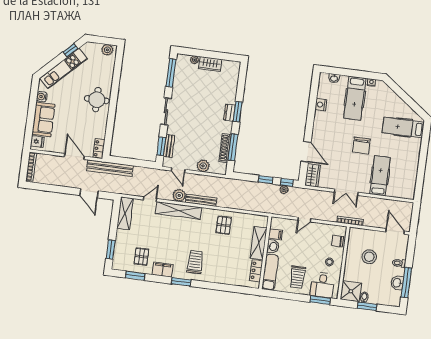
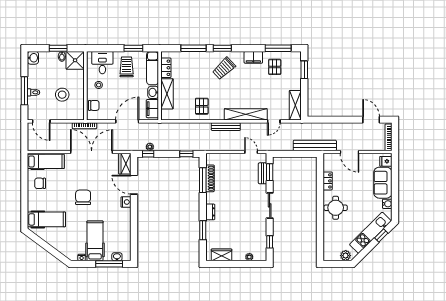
window: (70, 50) -> (381, 235), moved
plant: (107, 50) -> (346, 256), moved
wardrobe: (210, 64) -> (222, 255), moved
window: (343, 72) -> (109, 264), added
window: (171, 73) -> (270, 242), width x0.46
nightstand: (321, 105) -> (126, 202), moved
window: (238, 112) -> (203, 230), moved
locker: (99, 149) -> (328, 181), moved
plant: (203, 166) -> (228, 159), removed
chair: (405, 166) -> (40, 183), added
hospital bed: (380, 176) -> (46, 161), moved, turned -90
window: (266, 180) -> (186, 154), moved
double door: (346, 192) -> (92, 152), width x1.87
door: (89, 193) -> (371, 120), moved
plant: (179, 195) -> (247, 129), removed
door: (304, 220) -> (127, 121), width x1.87
filing cabinet: (275, 234) -> (152, 109), width x2.00
trolley: (195, 262) -> (224, 68), turned 47
window: (135, 276) -> (278, 48), width x1.44
window: (181, 282) -> (222, 48), moved
washbasin: (397, 283) -> (33, 58), moved
window: (406, 283) -> (24, 91), moved
window: (224, 287) -> (194, 48), added
window: (320, 300) -> (133, 48), moved

